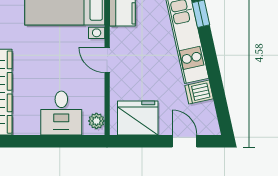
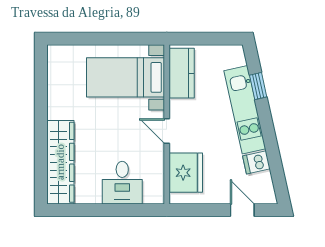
fridge: (138, 118) -> (186, 173), moved, turned 90
plant: (96, 121) -> (156, 190), removed

